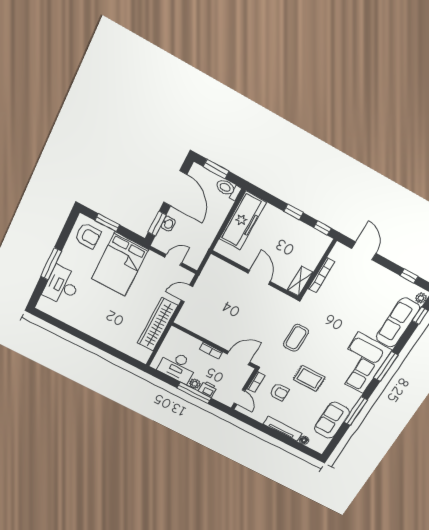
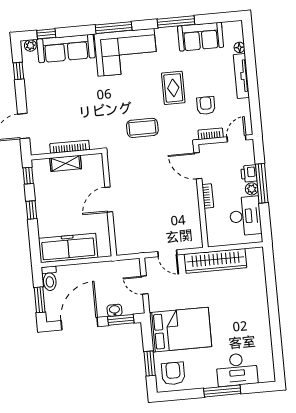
shelving: (300, 281) -> (66, 163), moved

